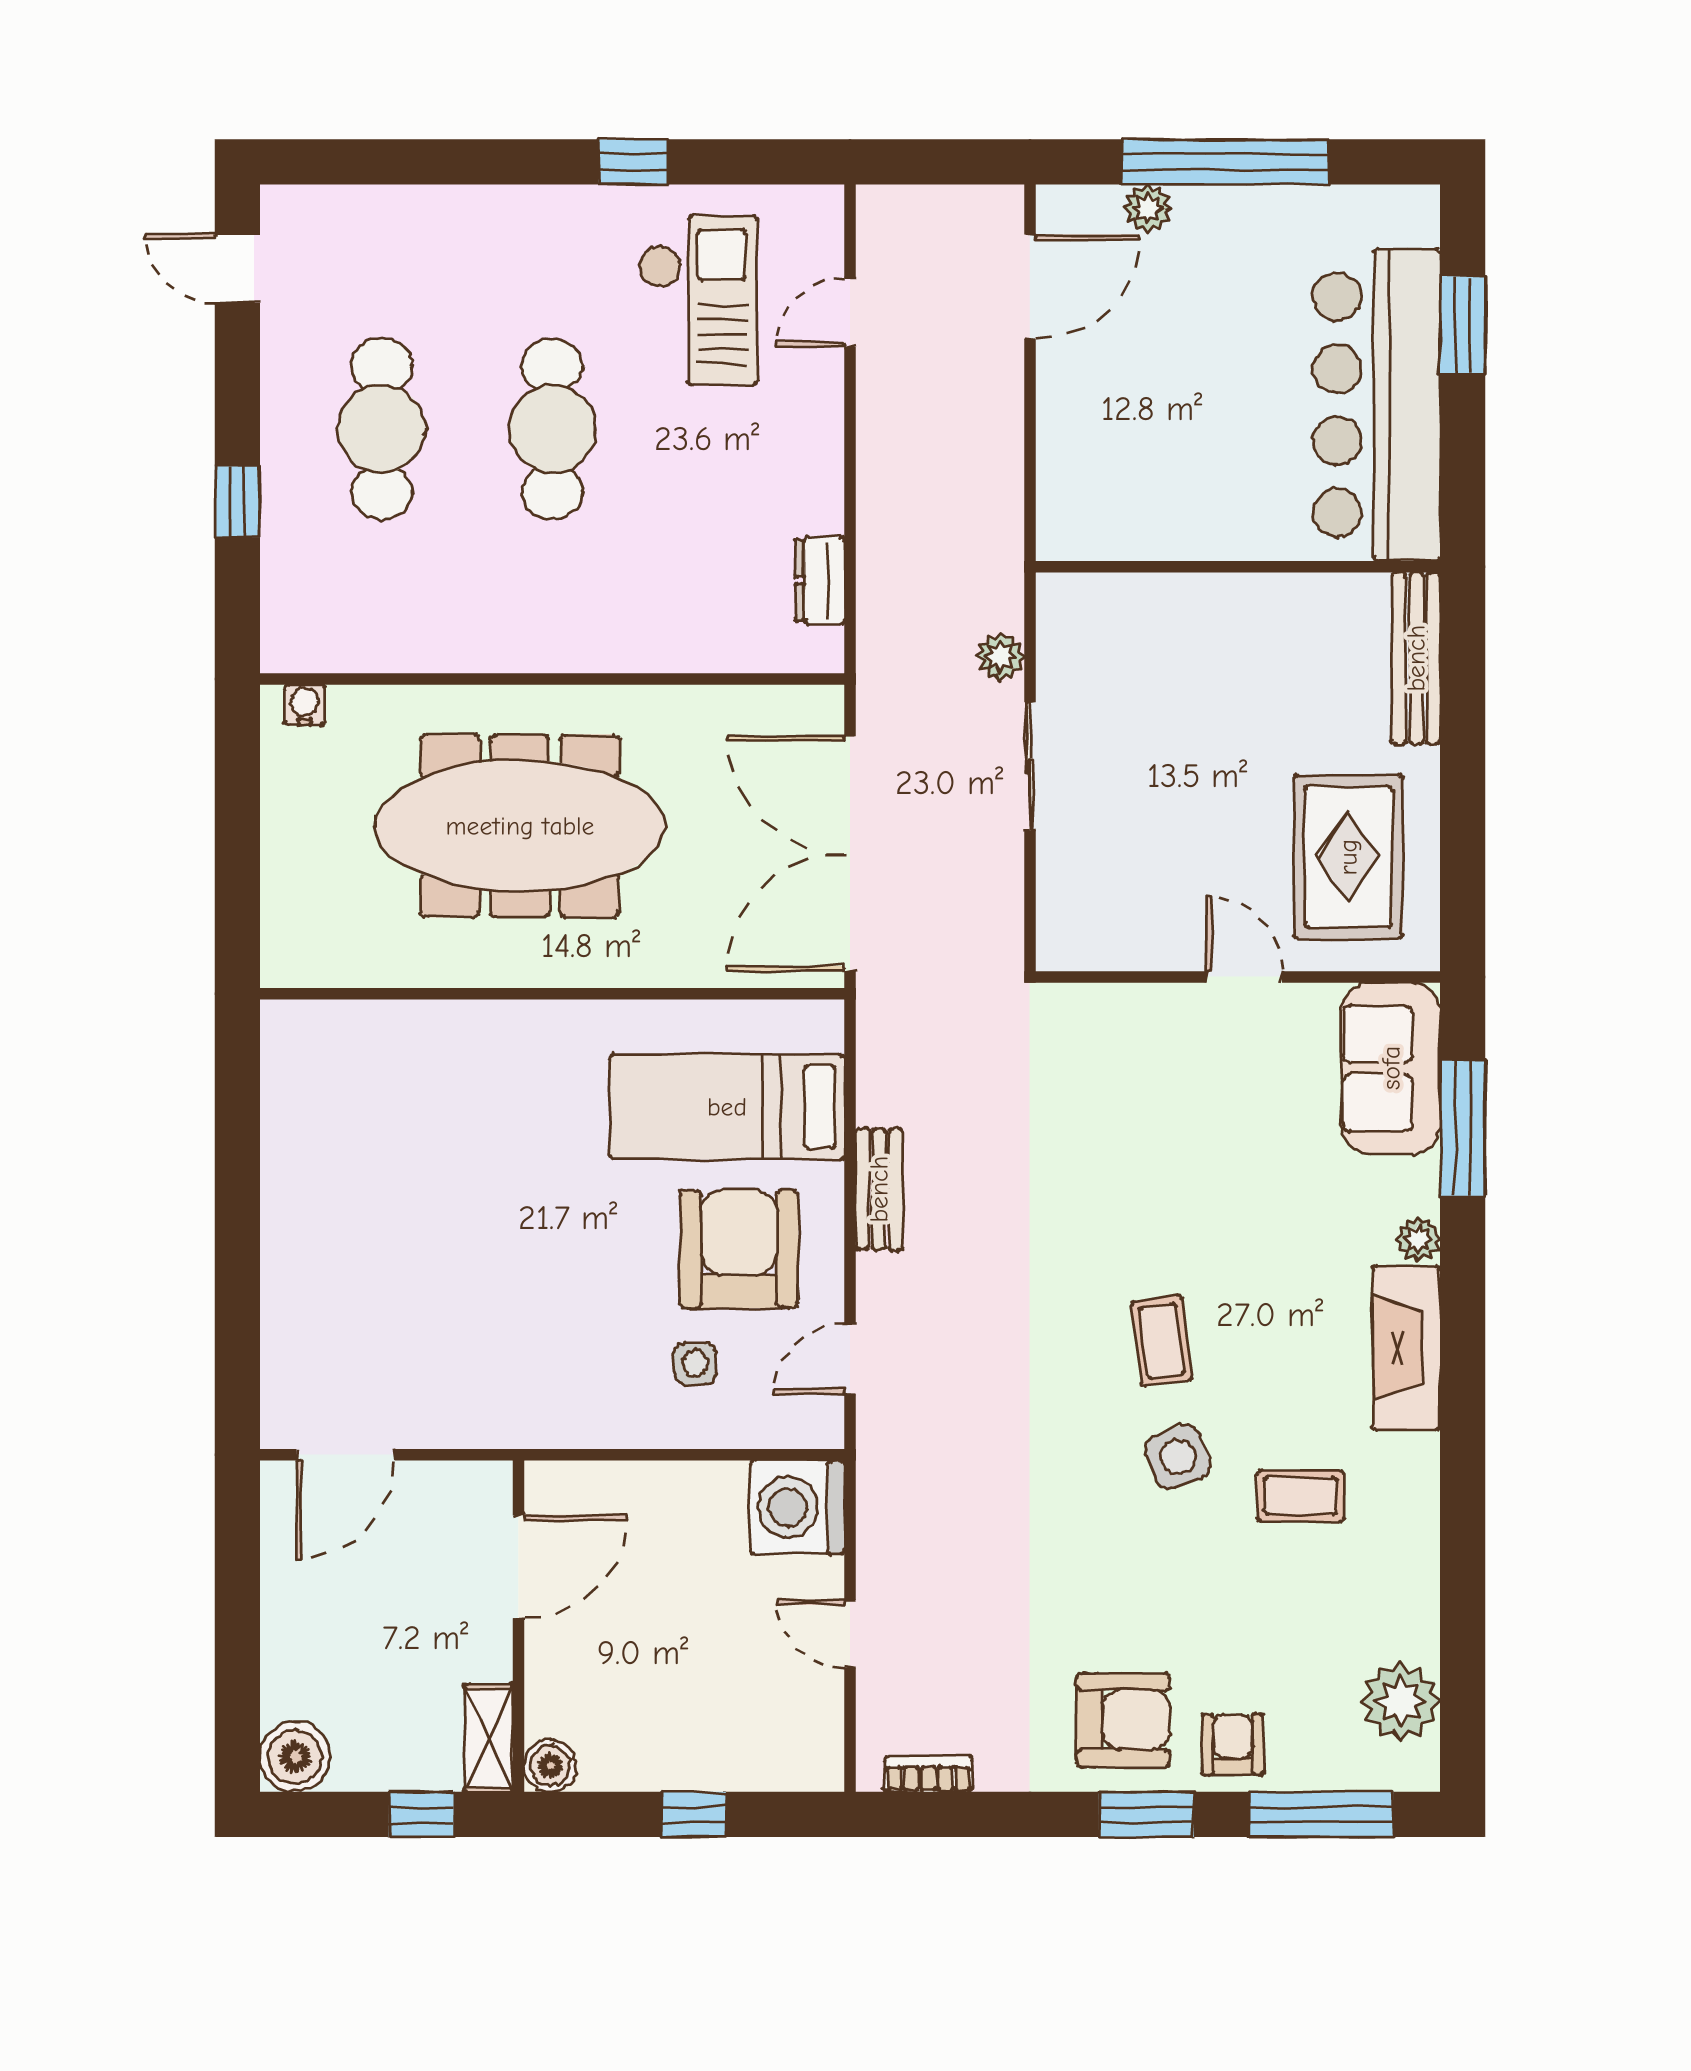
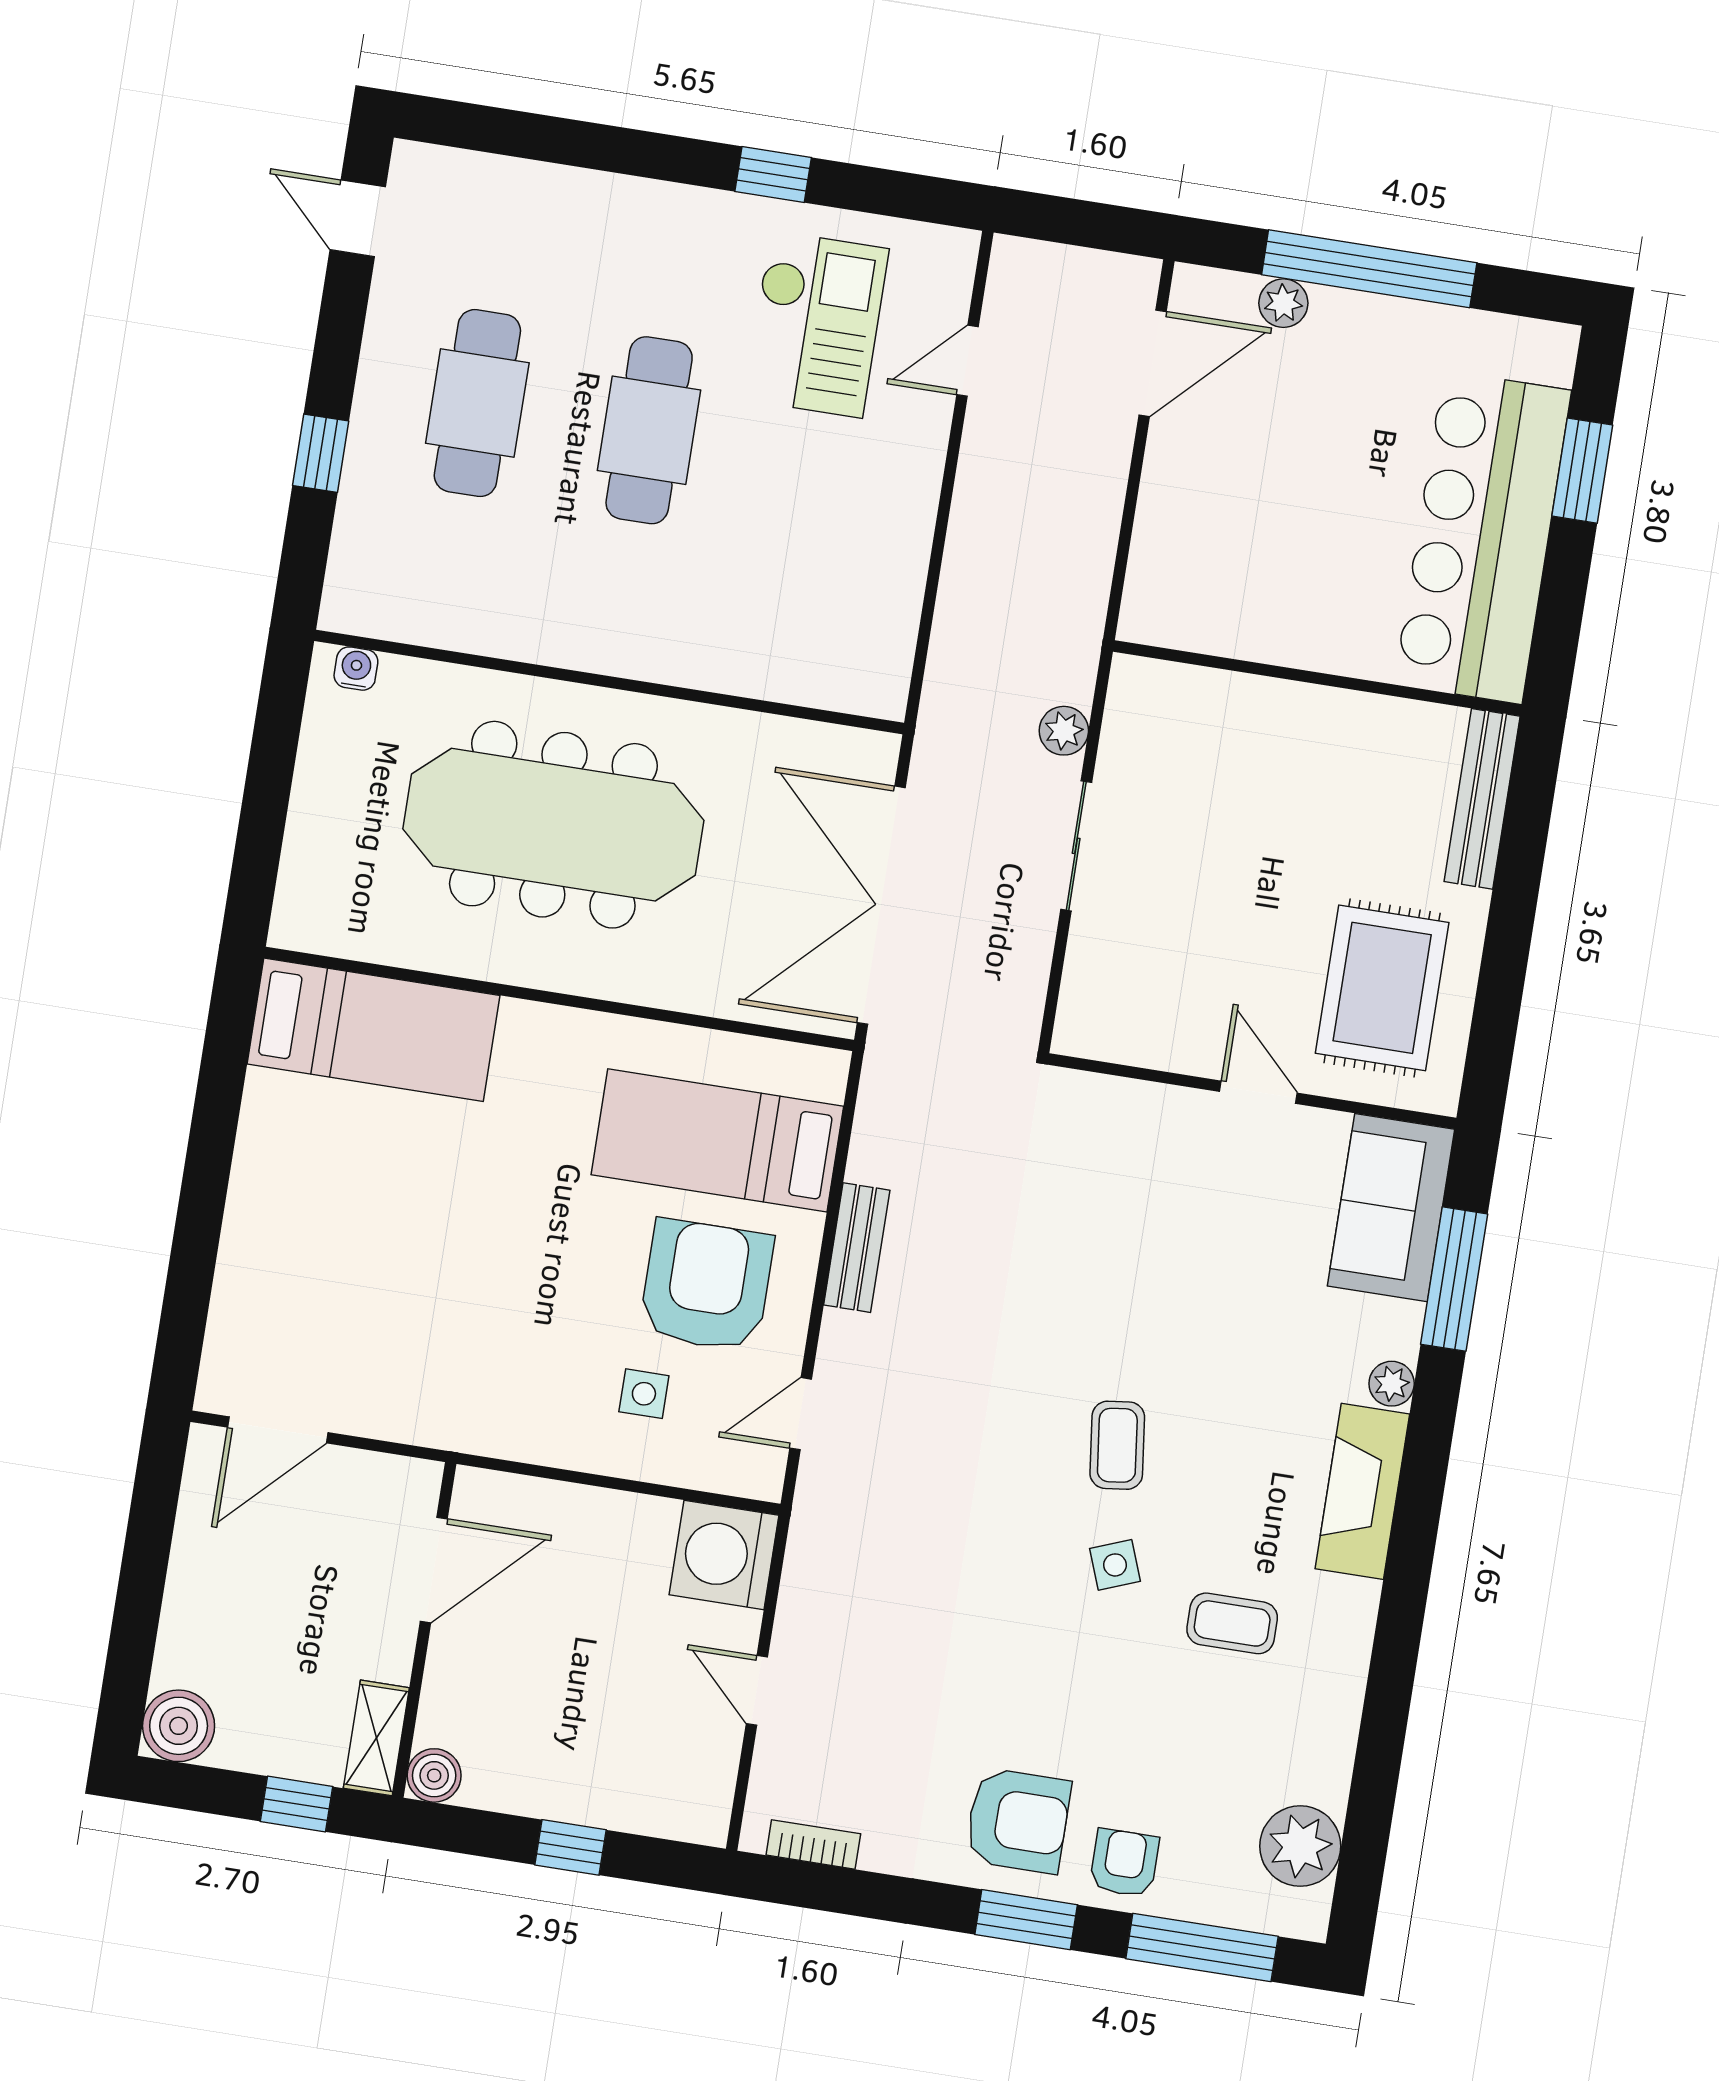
dresser: (820, 580) -> (894, 625), removed
bed: (377, 1052) -> (373, 1030), added
side table: (1178, 1457) -> (1115, 1565), width x0.73, depth x0.73

